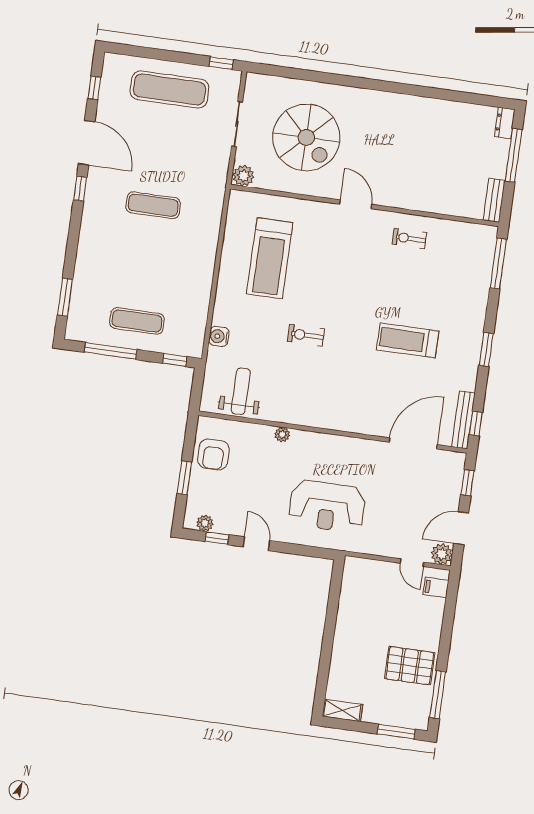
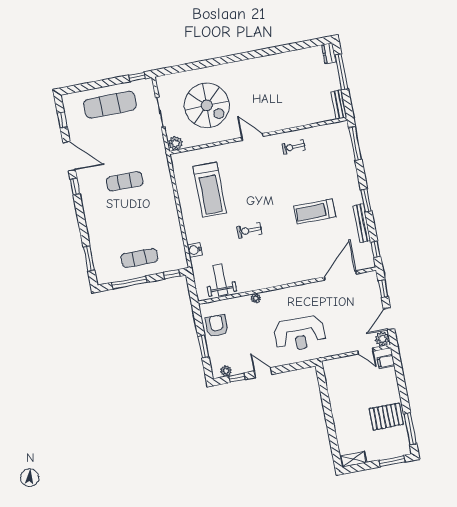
bench: (463, 420) -> (362, 223), moved
armchair: (213, 454) -> (217, 326), turned 180

